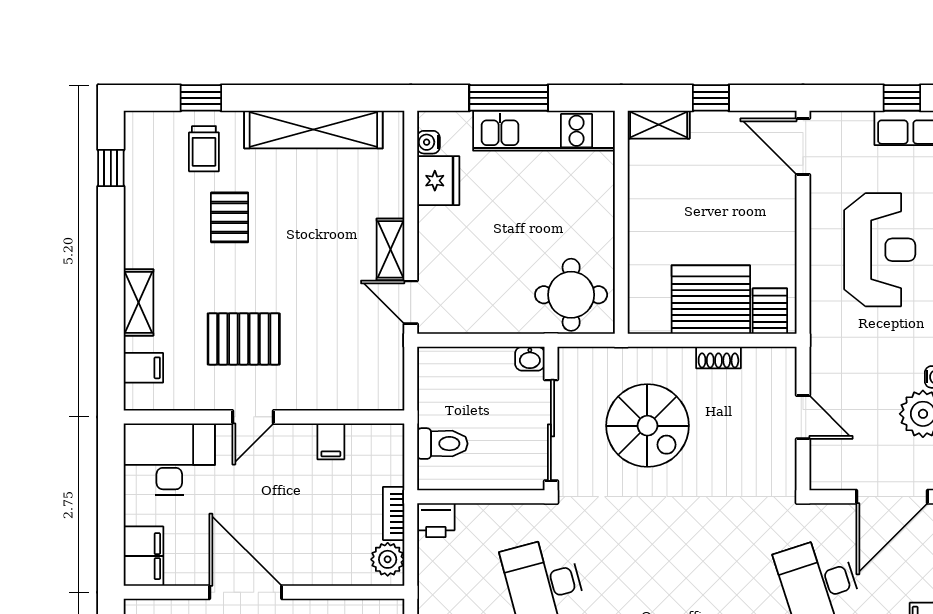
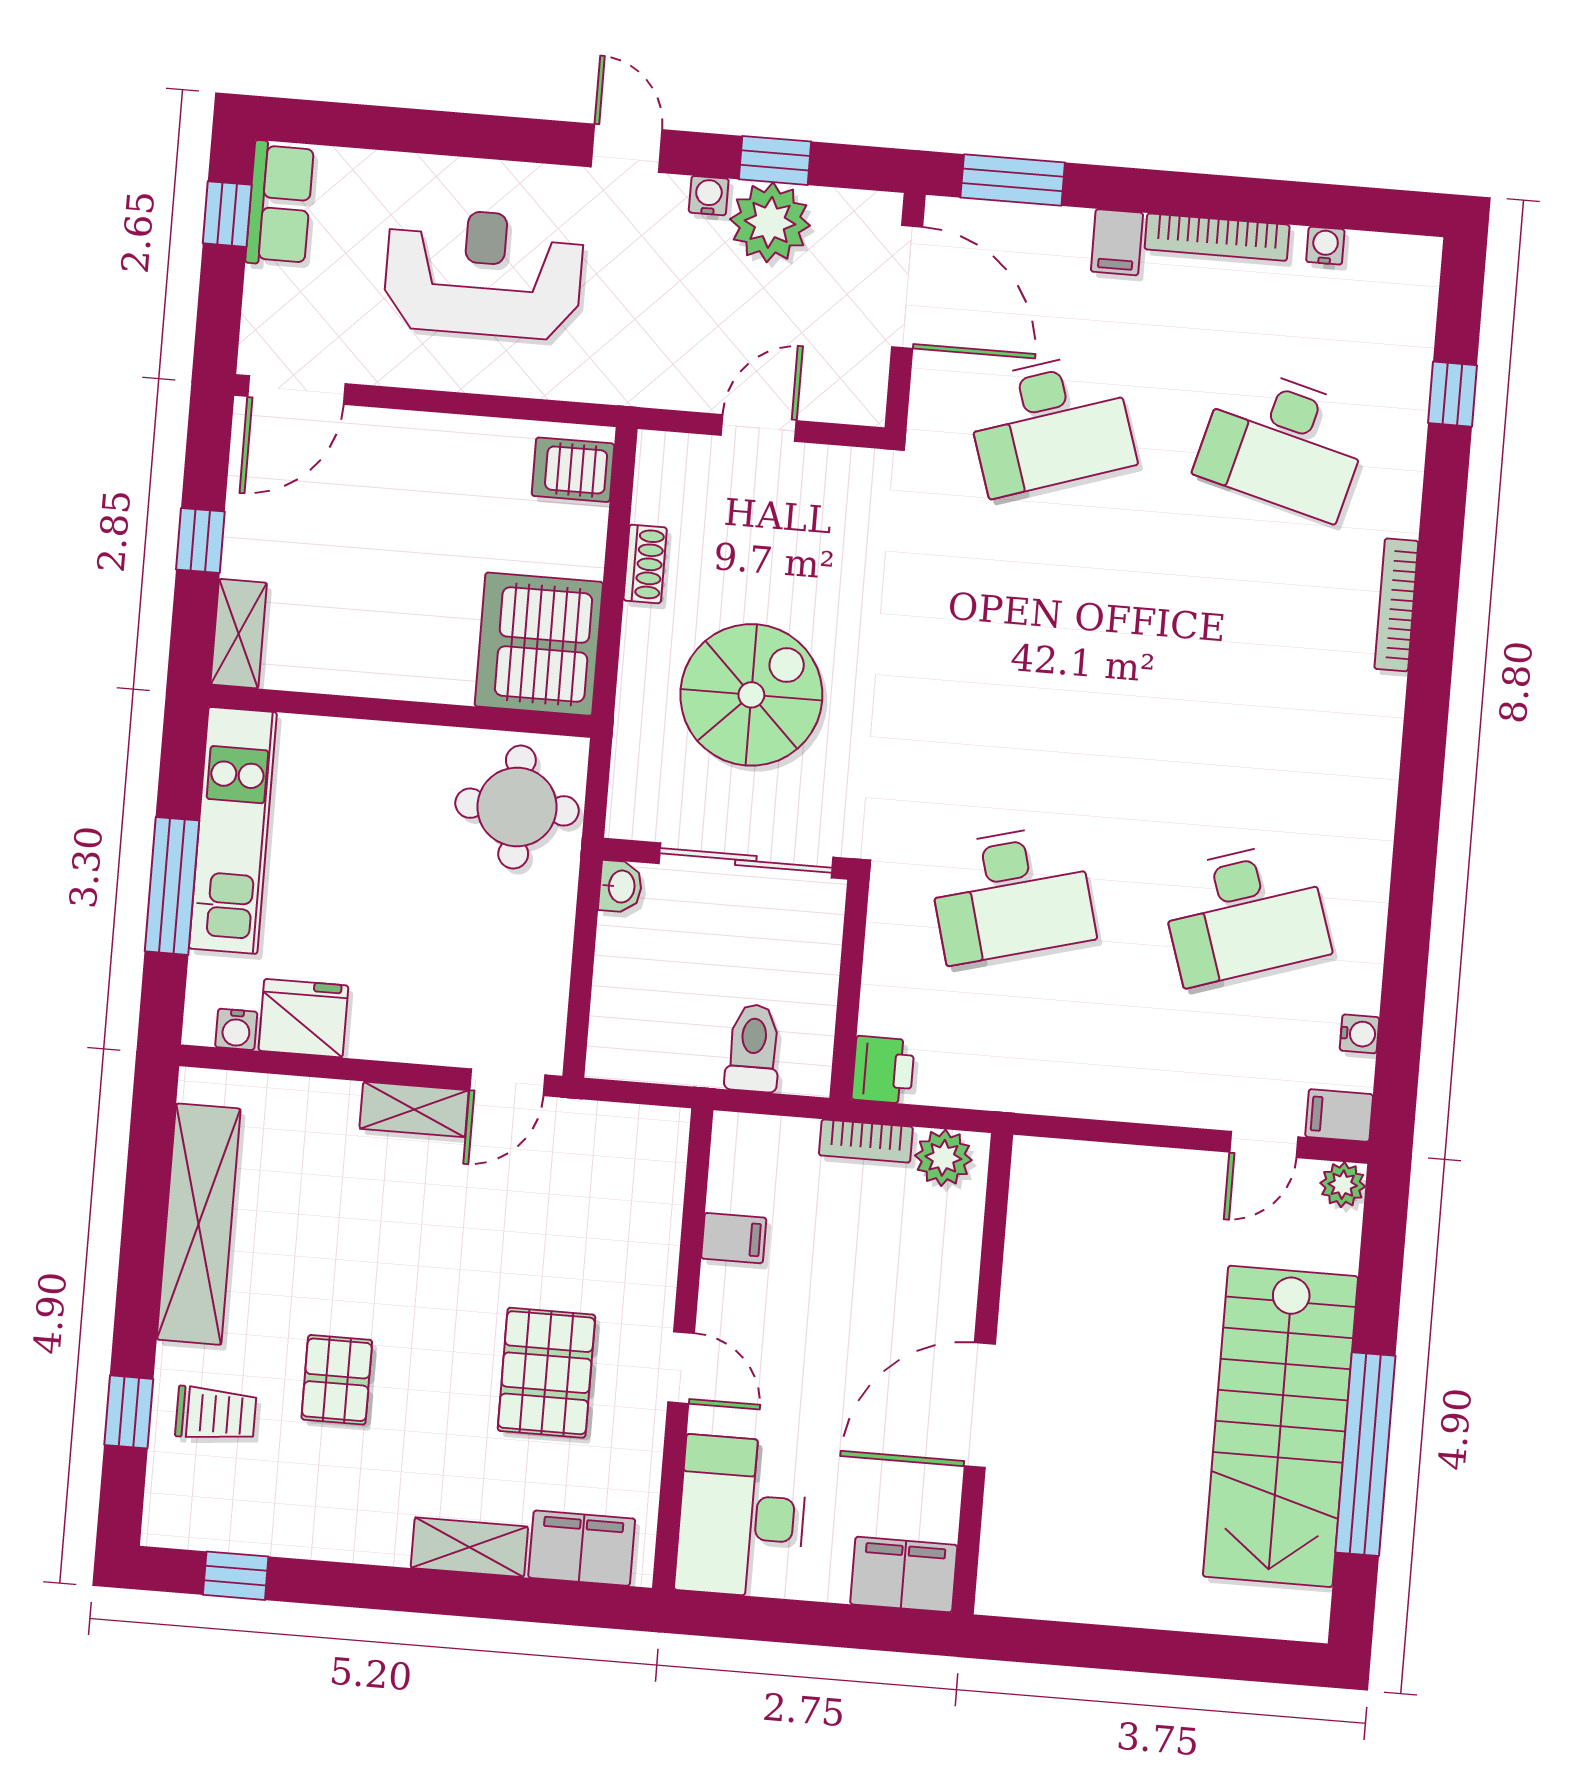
pallet: (230, 217) -> (337, 1380), turned 90
server rack: (711, 300) -> (539, 644), moved
filing cabinet: (143, 368) -> (582, 1548), width x2.00

